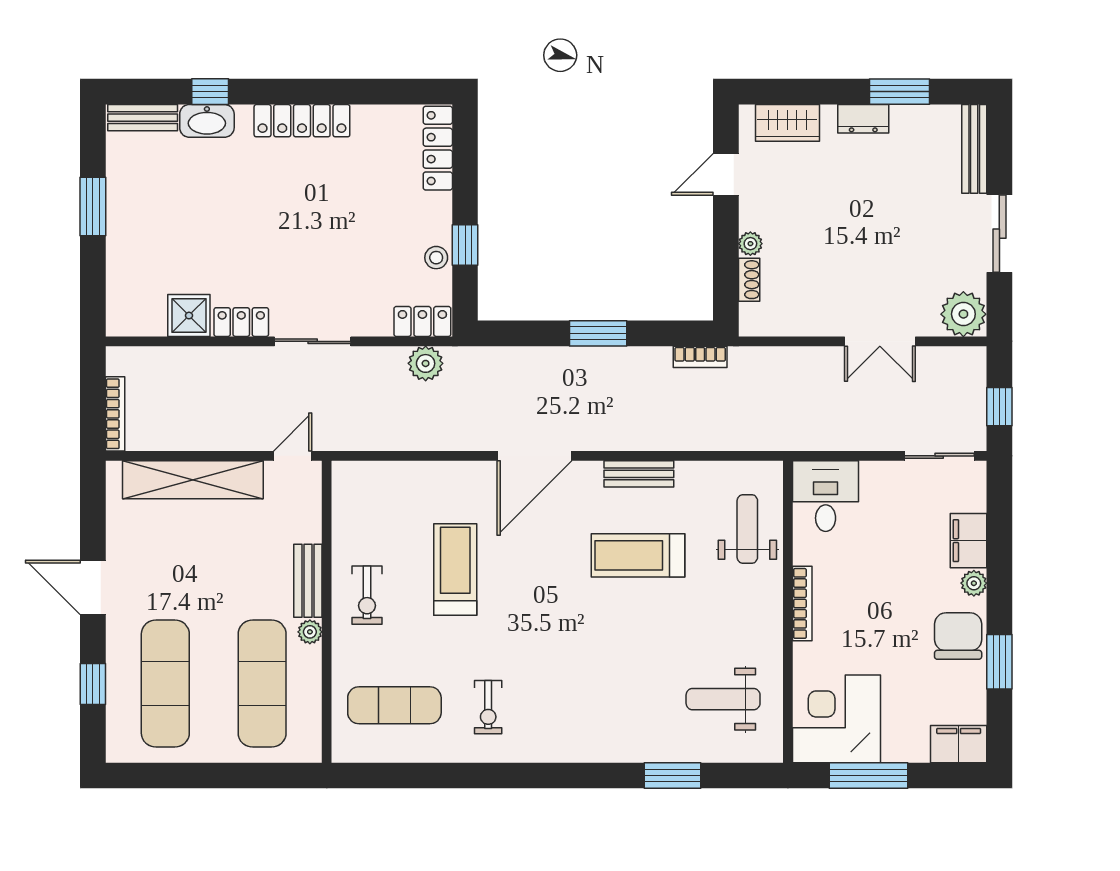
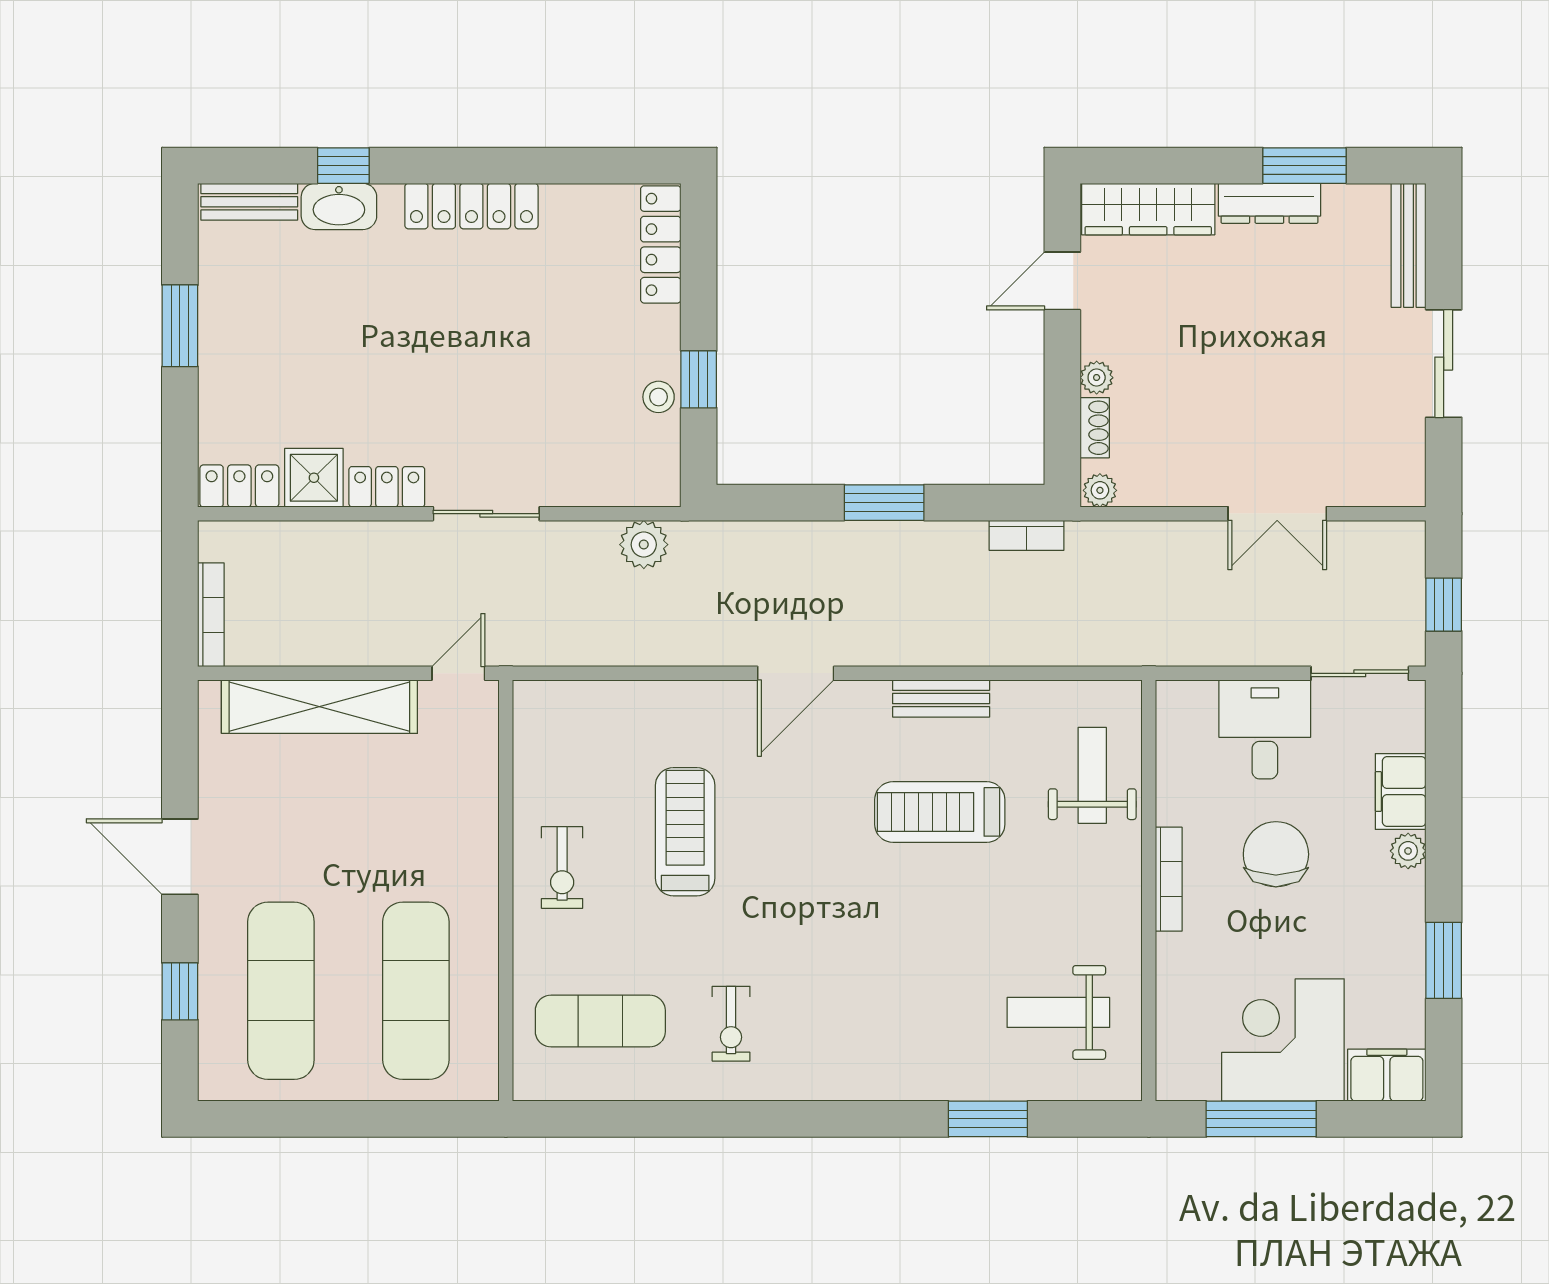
dresser: (863, 119) -> (1269, 203), width x1.44
wardrobe: (787, 123) -> (1148, 209), width x1.50
plant: (963, 314) -> (1100, 490), moved, width x0.53, depth x0.53
locker: (422, 321) -> (239, 486), moved
door: (535, 456) -> (796, 673), width x0.73
desk: (826, 496) -> (1265, 729), moved
bench: (308, 581) -> (480, 847), removed
plant: (310, 632) -> (482, 919), removed
chair: (958, 636) -> (1276, 854), moved
corner desk: (837, 719) -> (1283, 1040), moved

